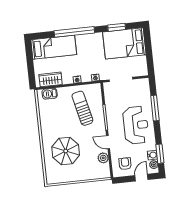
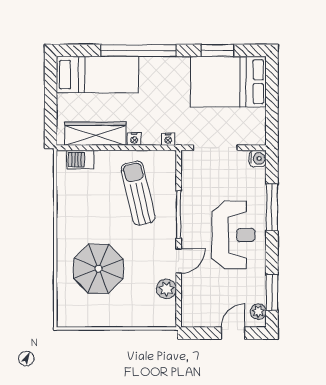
wardrobe: (51, 79) -> (95, 134), width x1.50
door: (108, 142) -> (179, 261), swing flipped
water cooler: (152, 155) -> (258, 158), moved
armchair: (125, 164) -> (206, 304), removed

